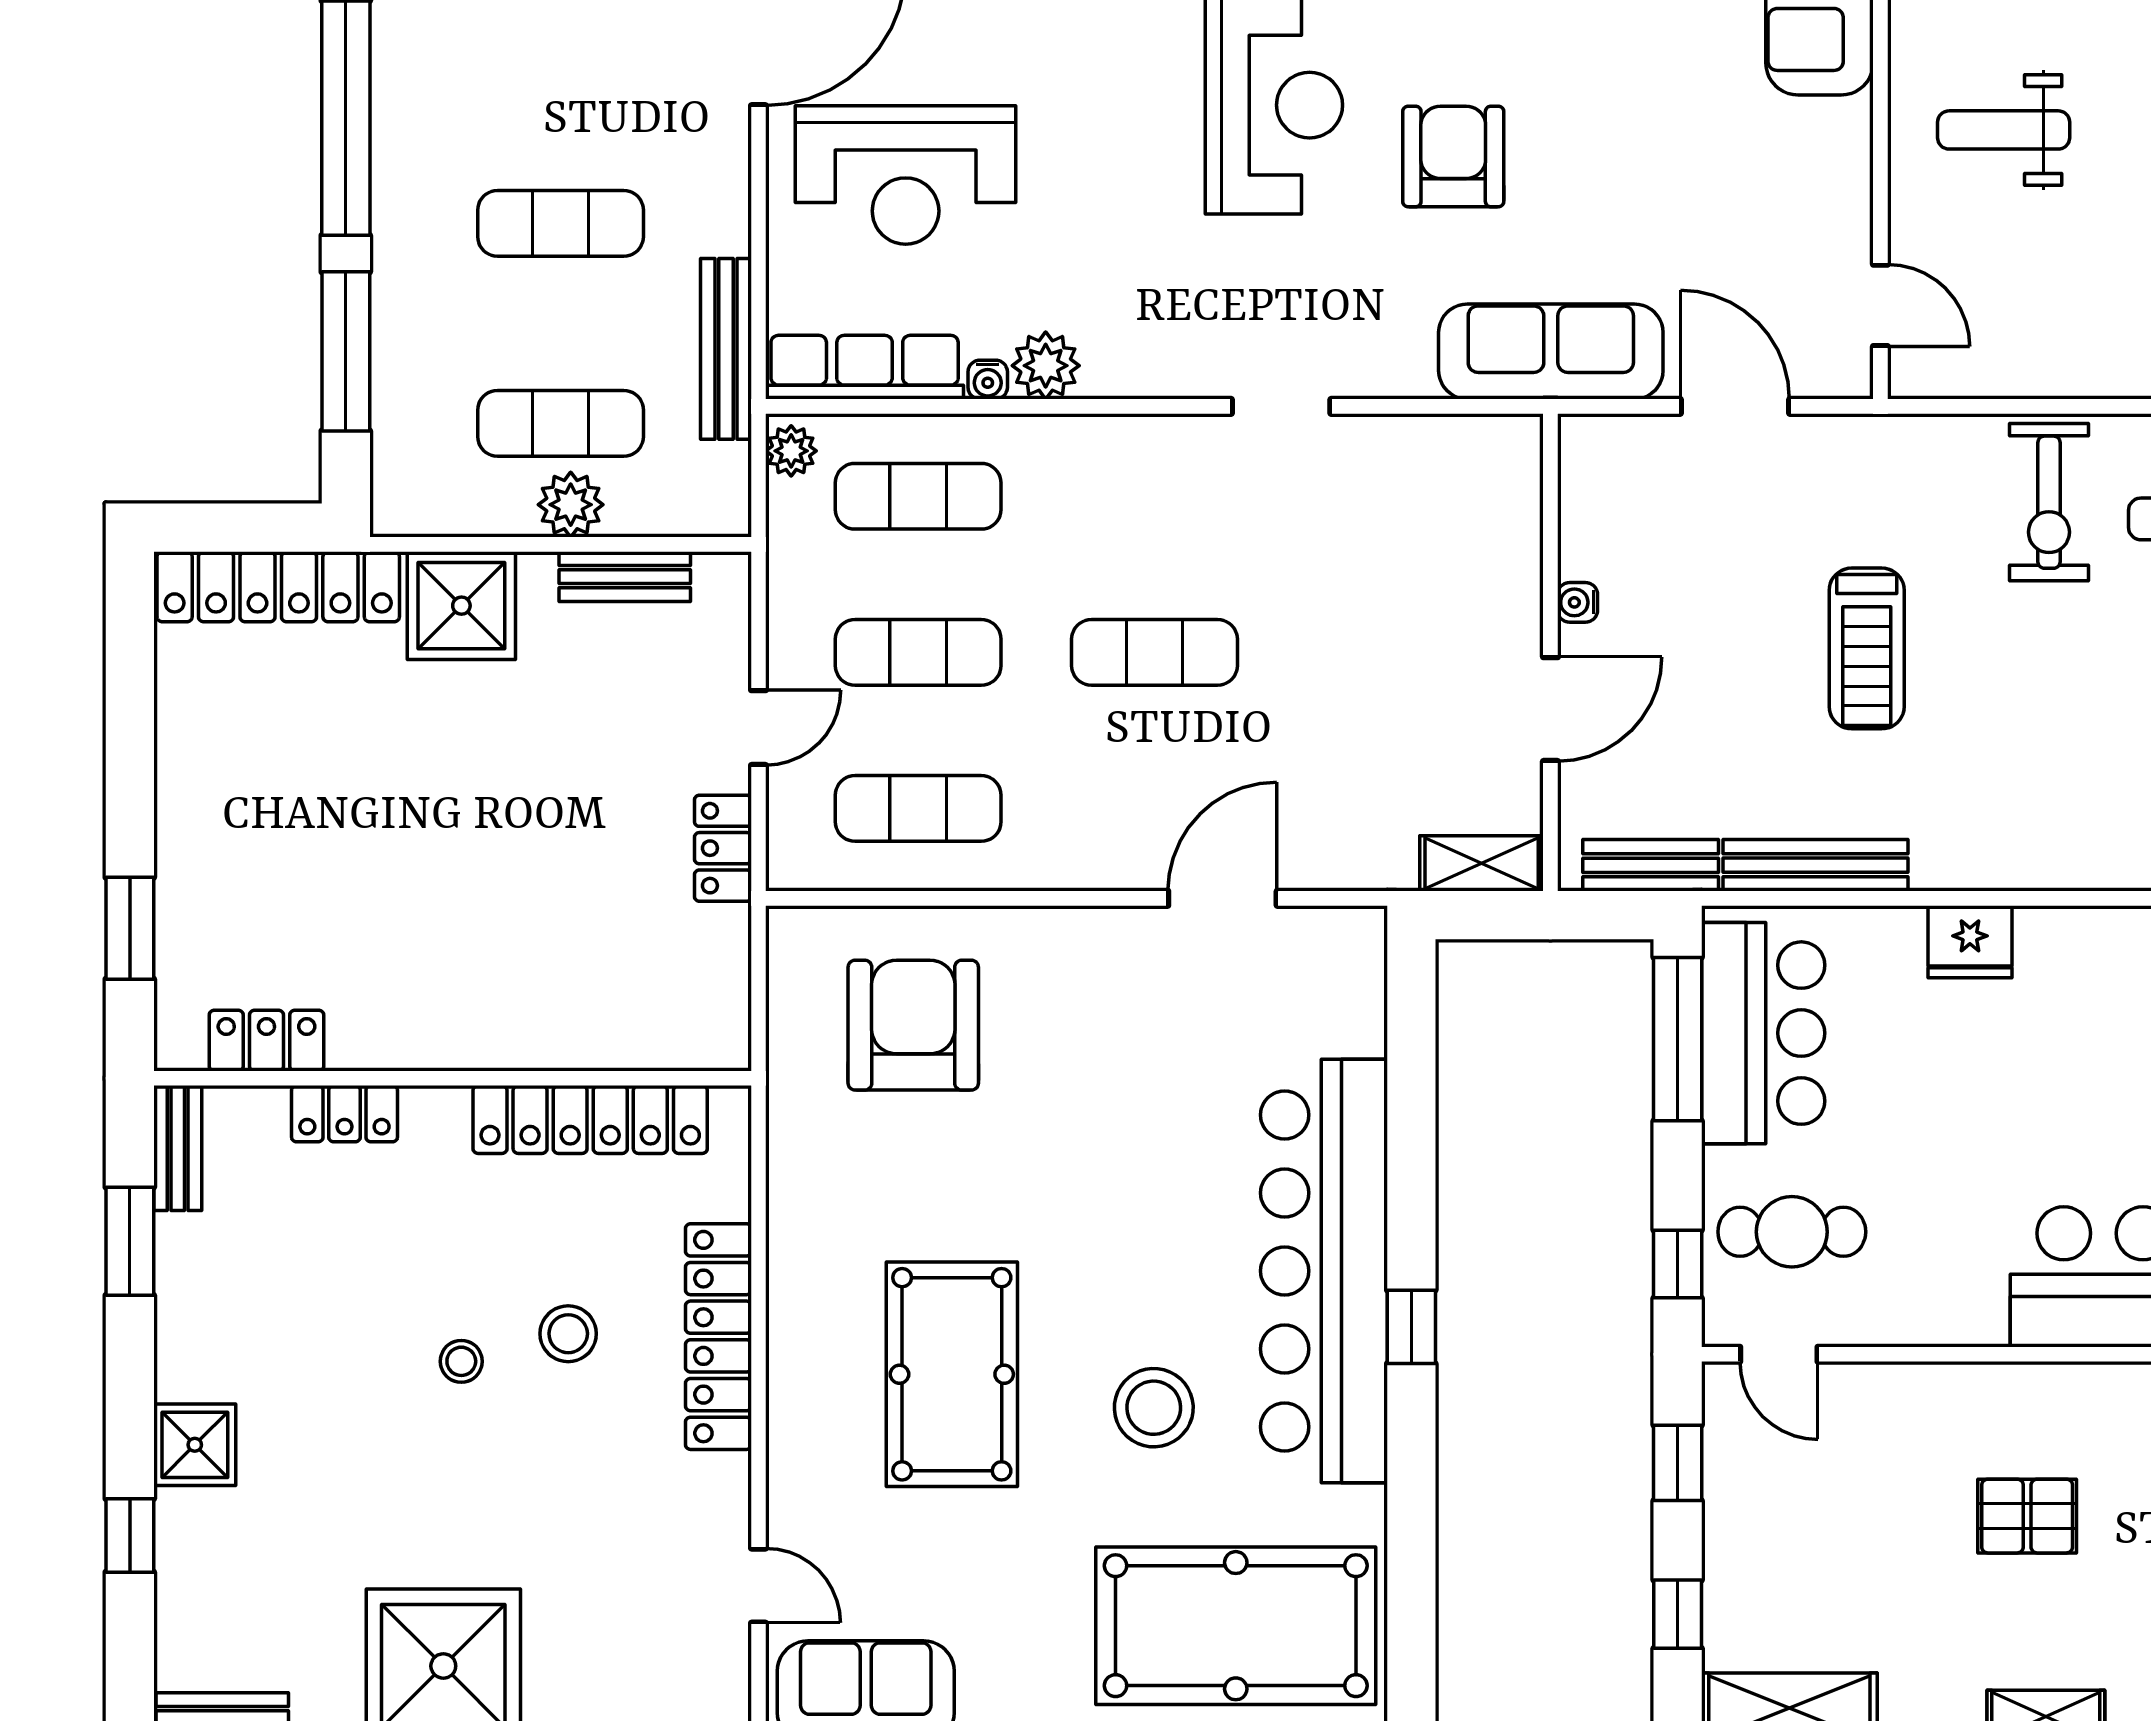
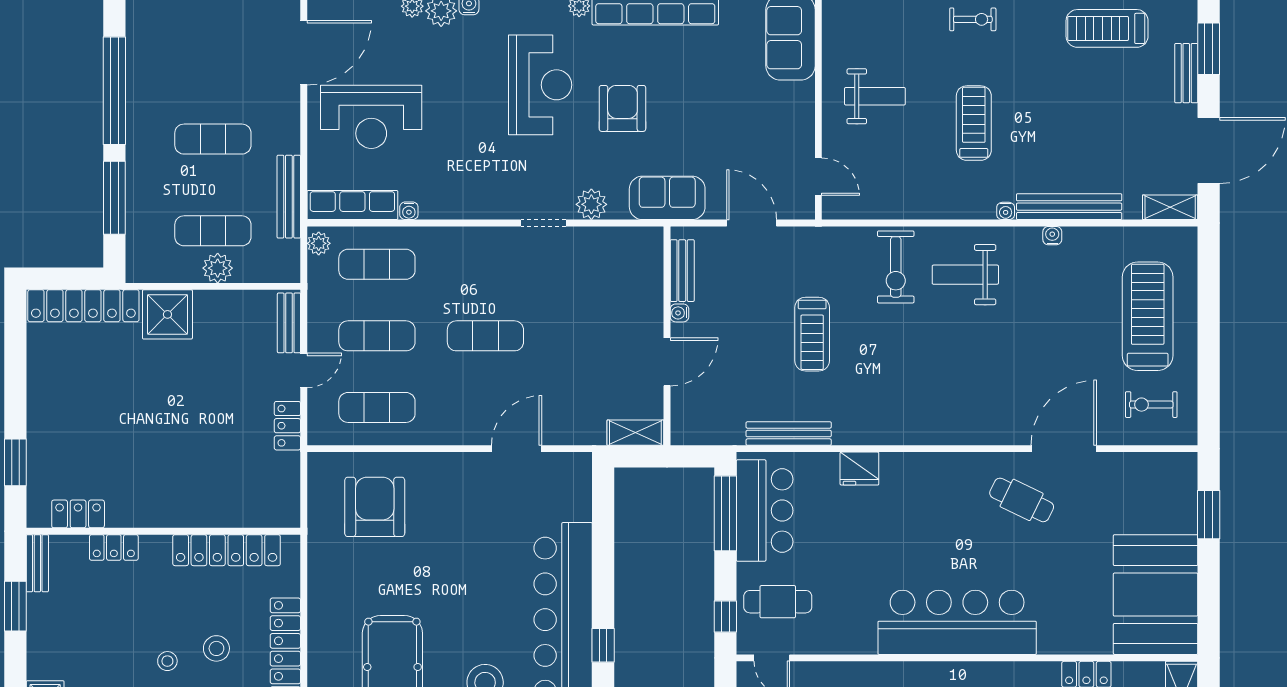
weight bench: (2004, 130) -> (875, 96), turned 180
sofa: (1551, 352) -> (667, 198), width x0.73
plant: (1046, 366) -> (591, 204), moved
bench: (625, 577) -> (289, 323), moved, turned 90
bench: (1651, 865) -> (682, 271), moved, turned 90

